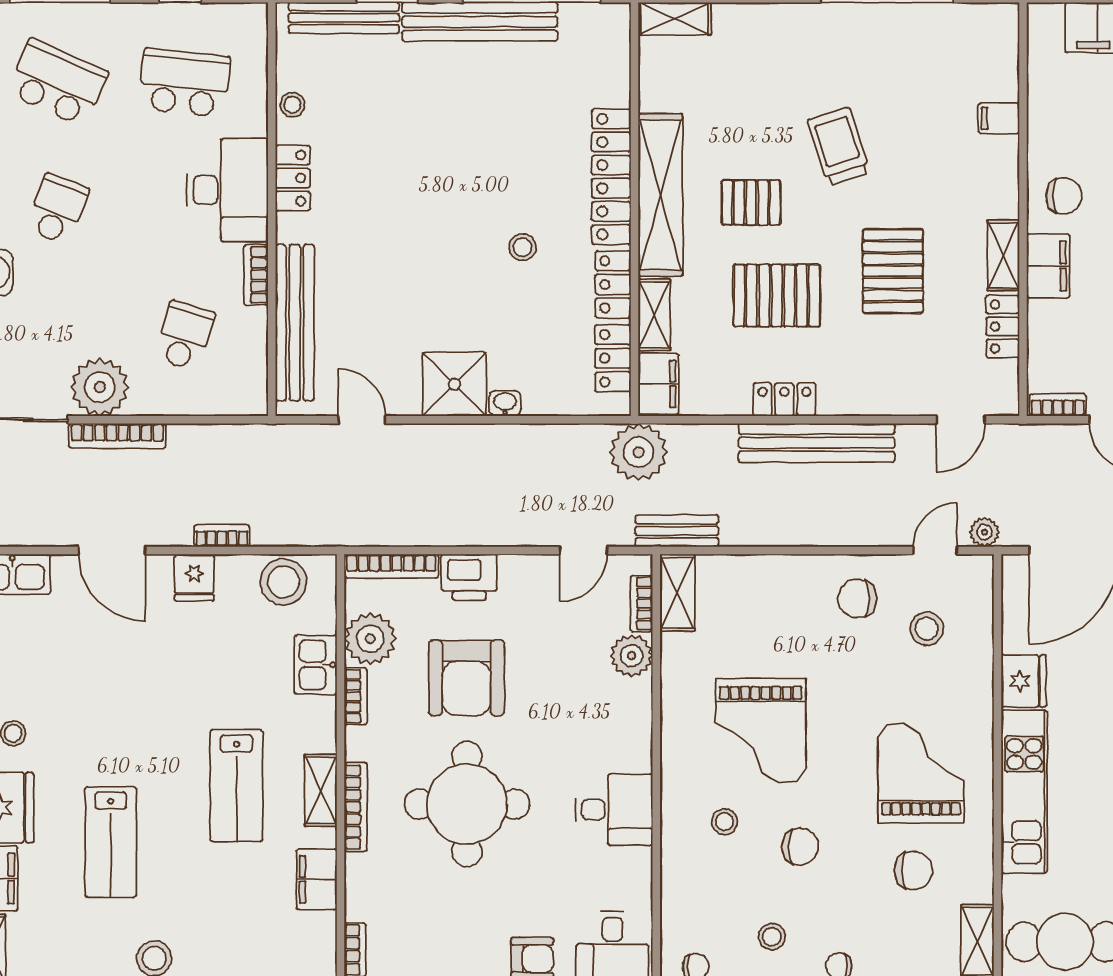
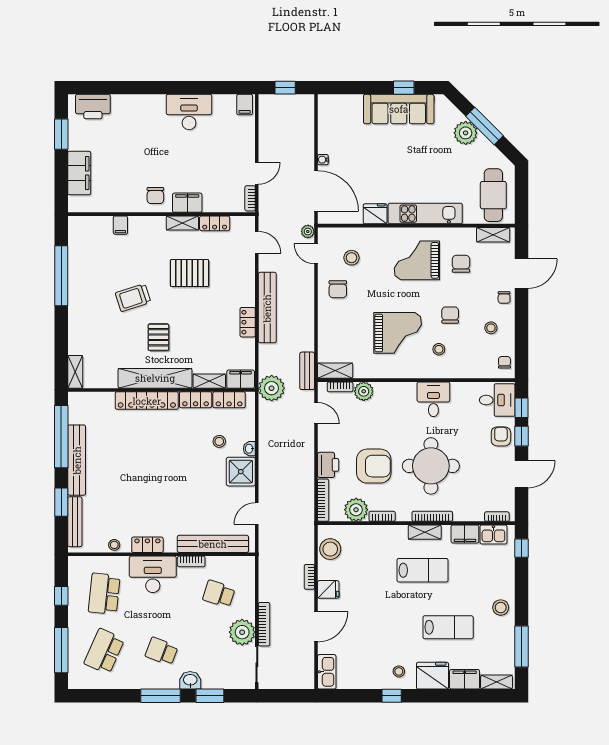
chair: (1064, 196) -> (155, 196), turned 180
stool: (523, 247) -> (219, 441), moved
pallet: (777, 295) -> (201, 326), removed
kitchen sink: (316, 665) -> (493, 534), moved

